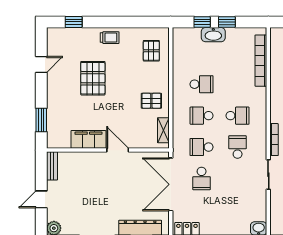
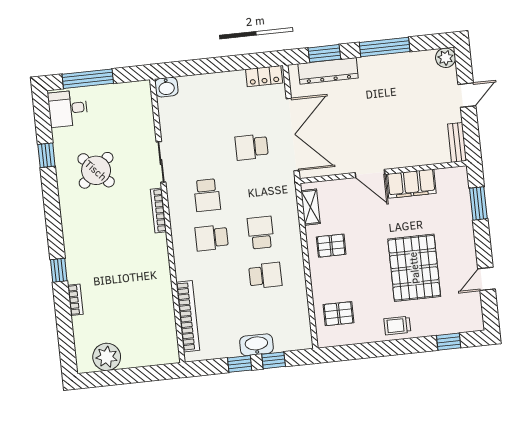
pallet: (151, 51) -> (339, 314), turned 90
pallet: (93, 78) -> (414, 268), width x1.37, depth x1.41
school desk: (202, 84) -> (265, 275), turned 180
school desk: (202, 116) -> (261, 233), turned -90
school desk: (202, 147) -> (256, 190), removed
school desk: (202, 178) -> (252, 147), turned -90

